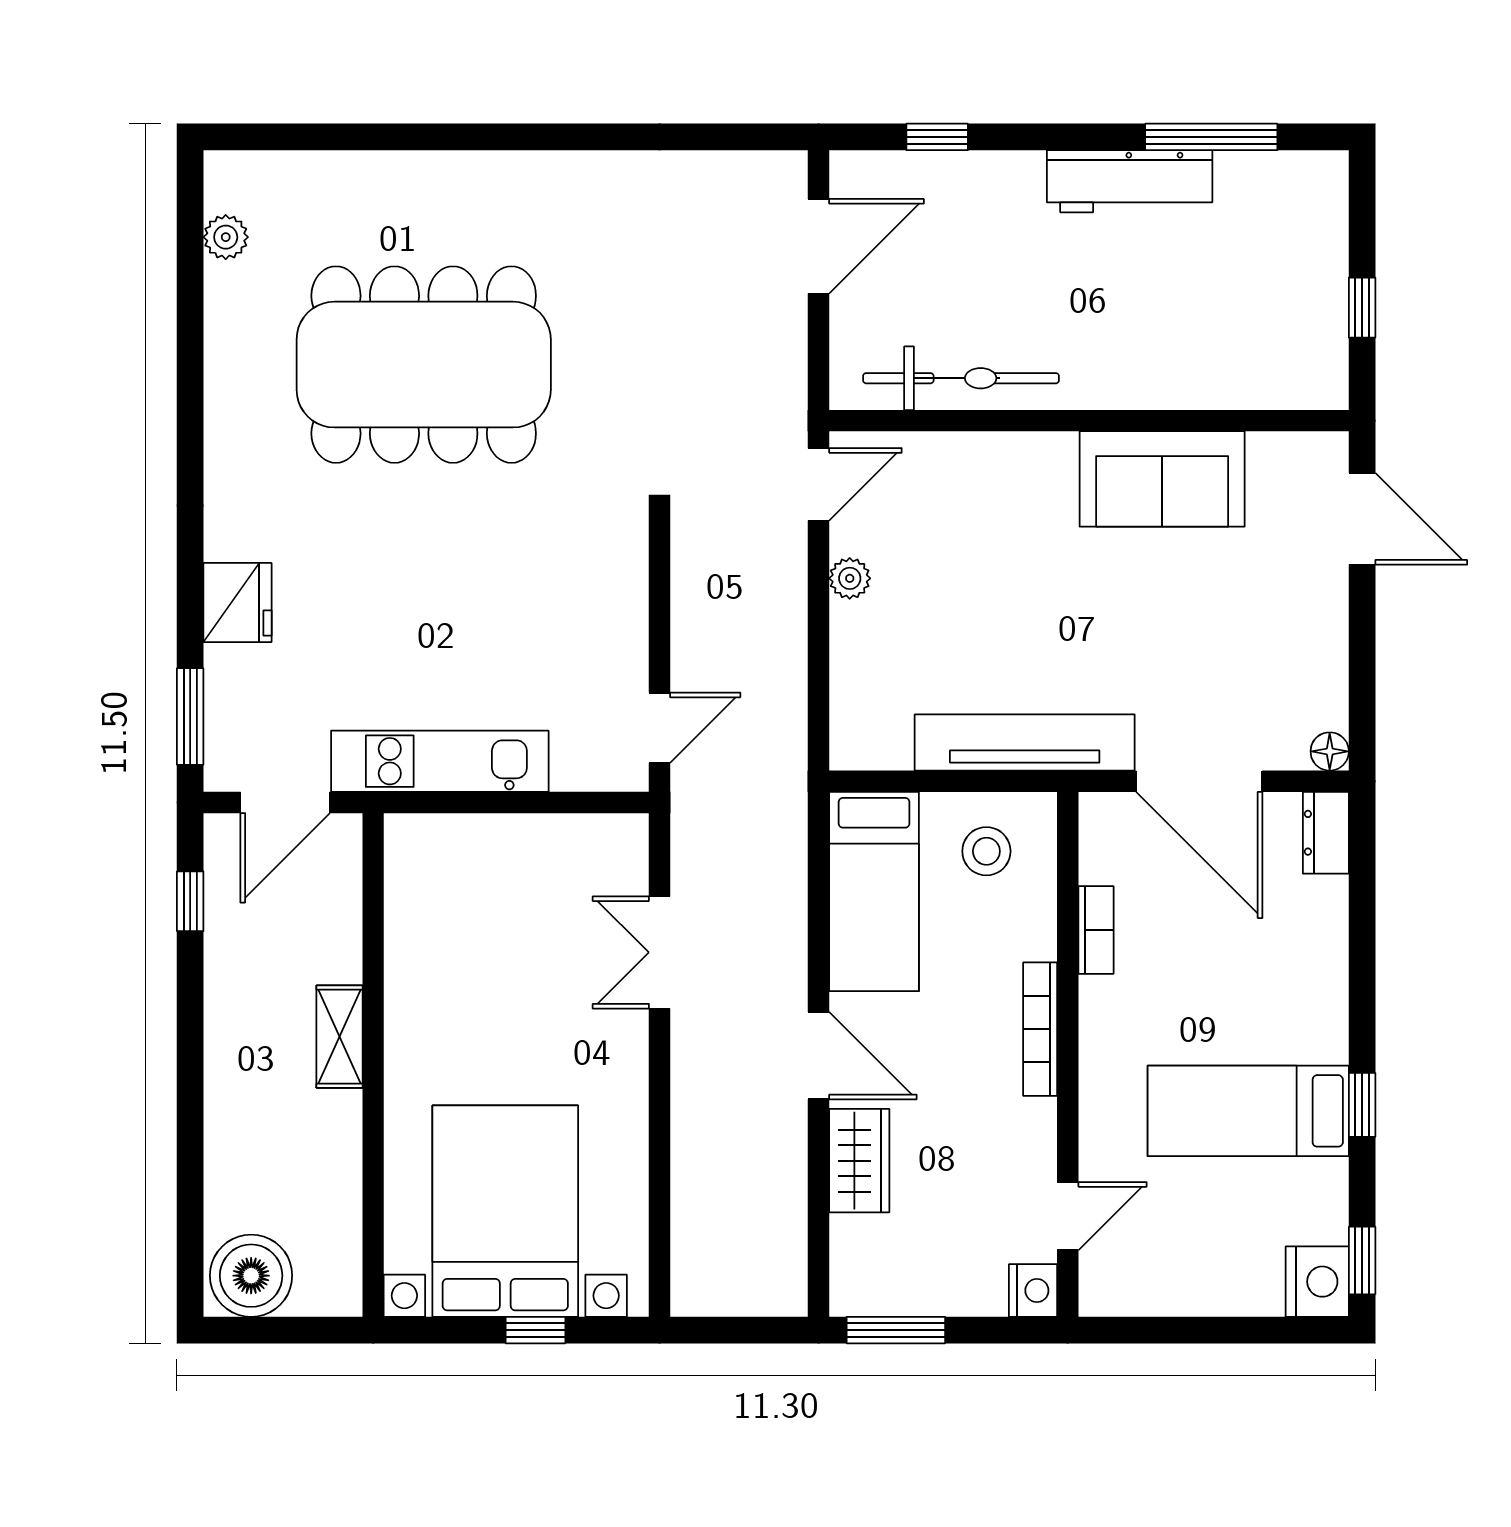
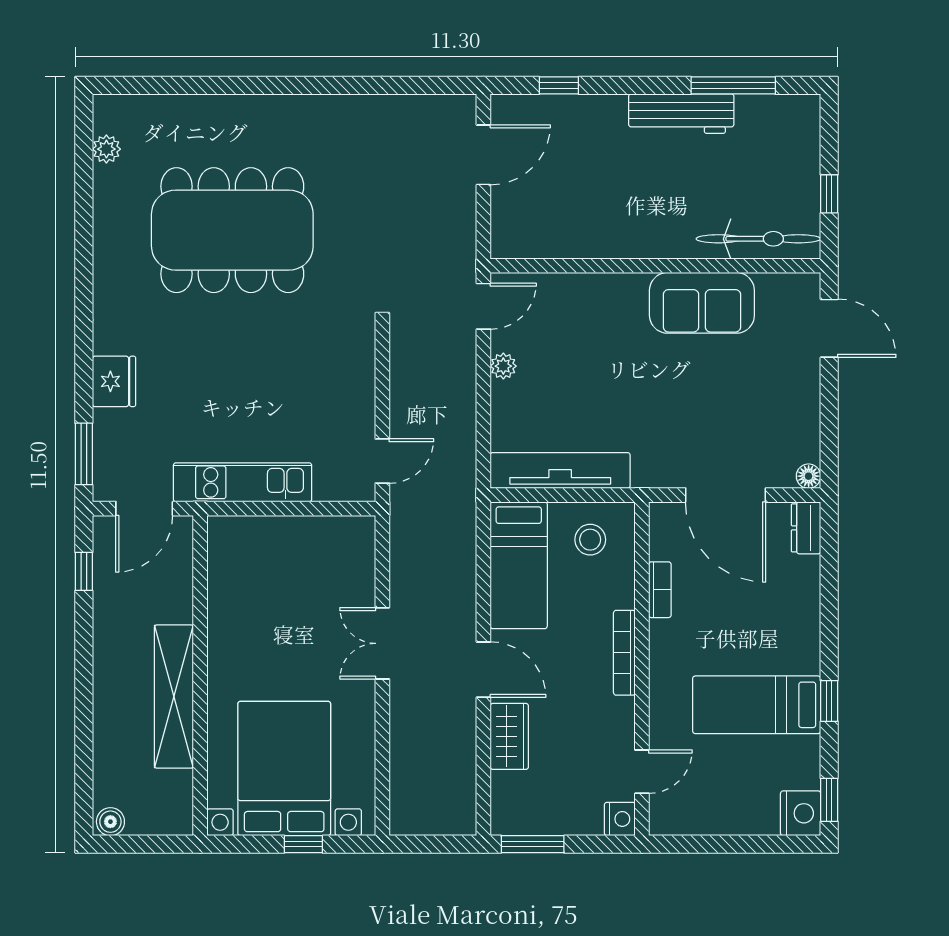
bicycle: (961, 378) -> (758, 239), moved
tv unit: (1025, 742) -> (560, 470), moved
double door: (659, 952) -> (382, 643), moved
shelving: (340, 1037) -> (174, 697), width x2.20, depth x1.33
boiler: (251, 1276) -> (110, 822), width x0.54, depth x0.54

